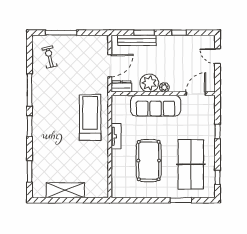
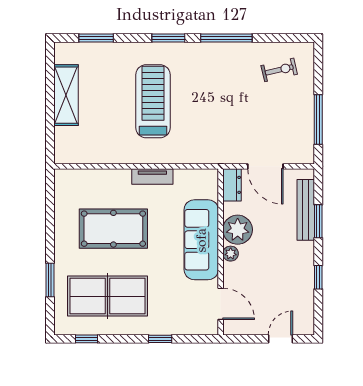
window: (61, 33) -> (318, 119), moved
treadmill: (90, 118) -> (153, 101), moved, turned -90

